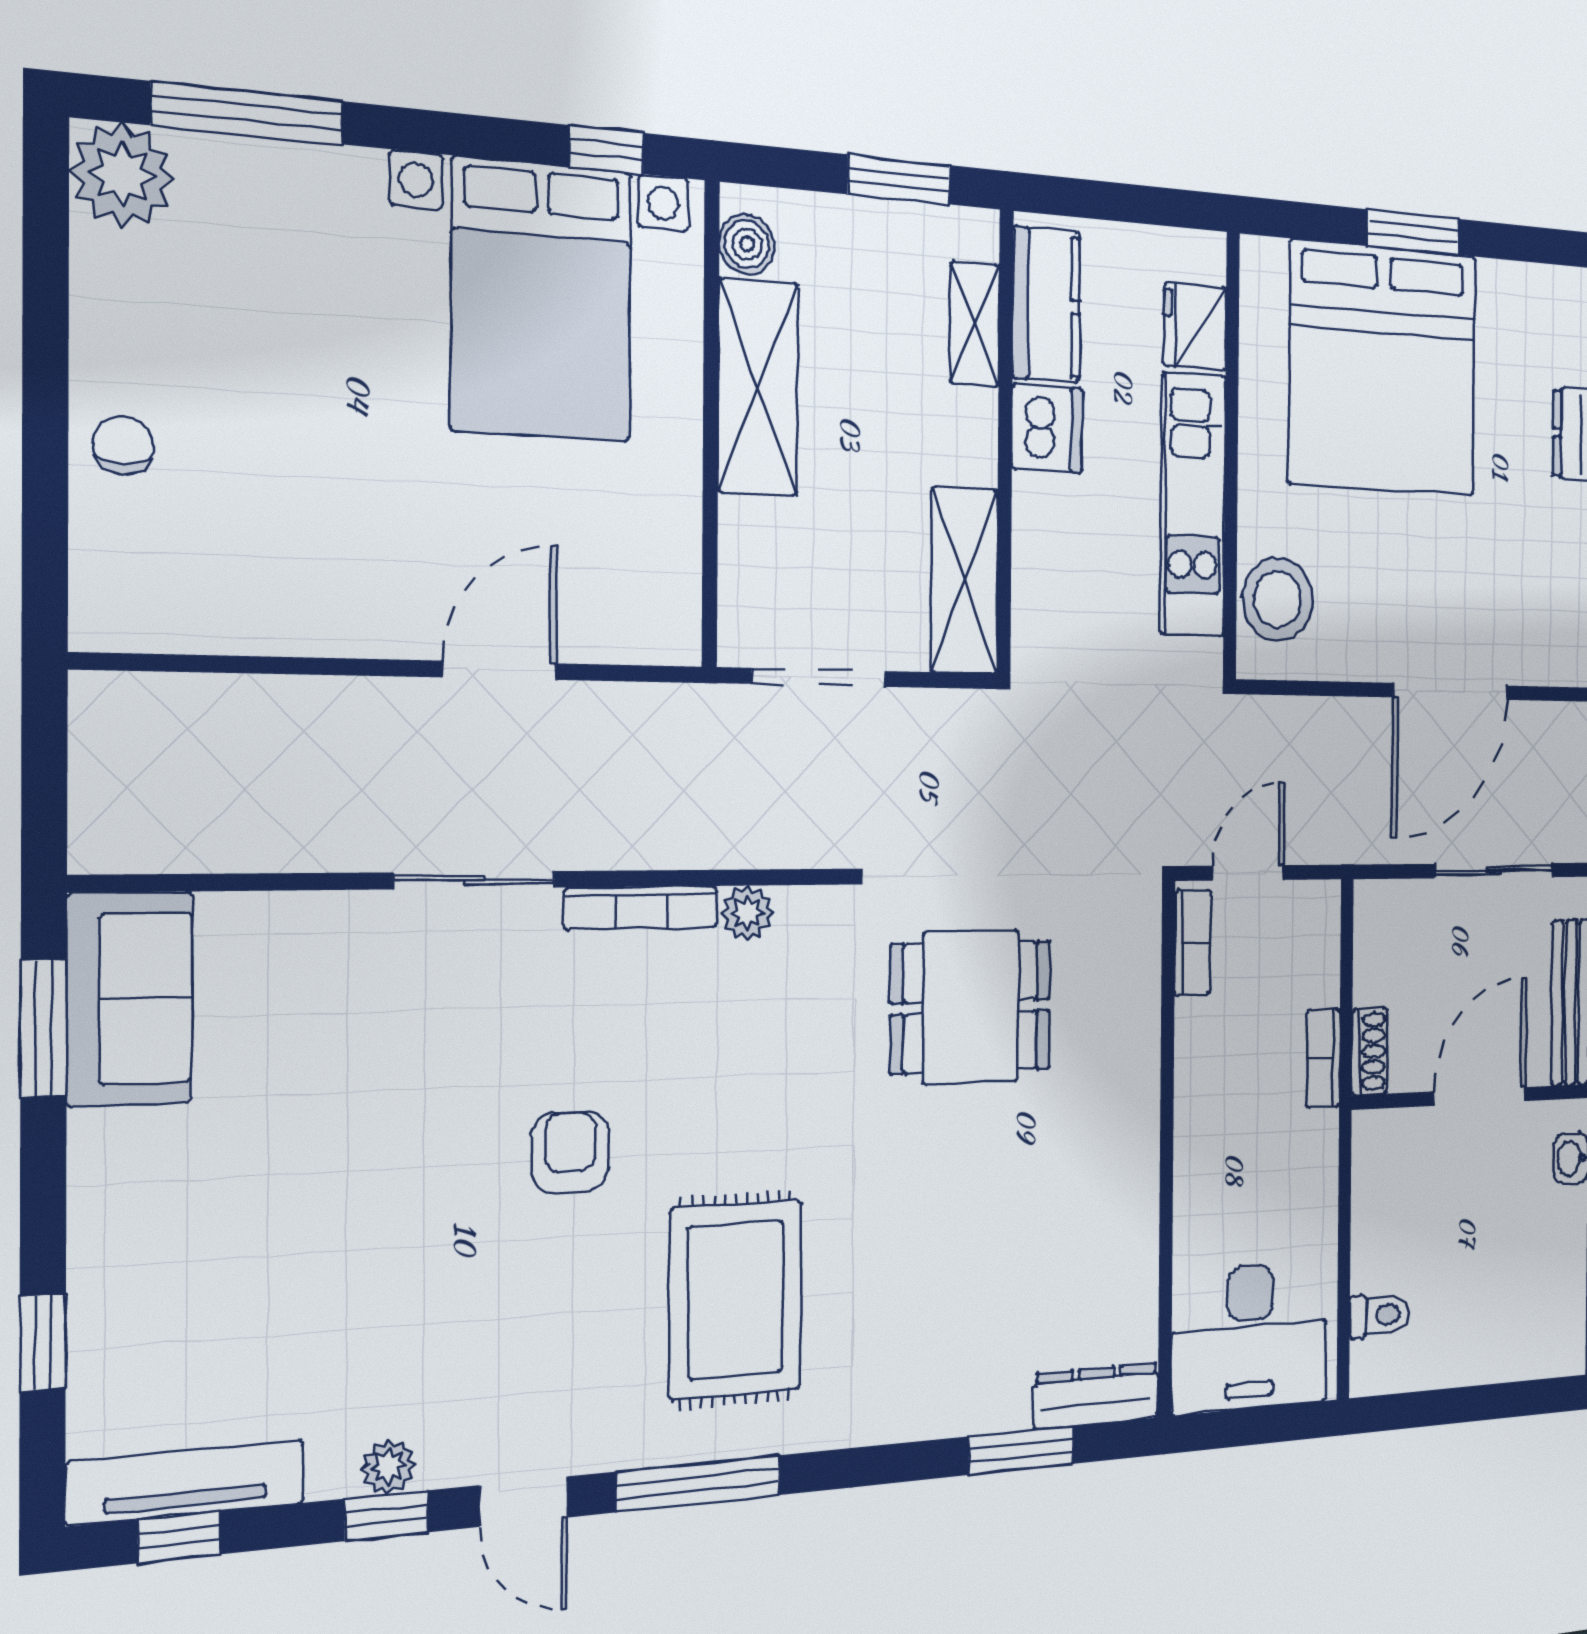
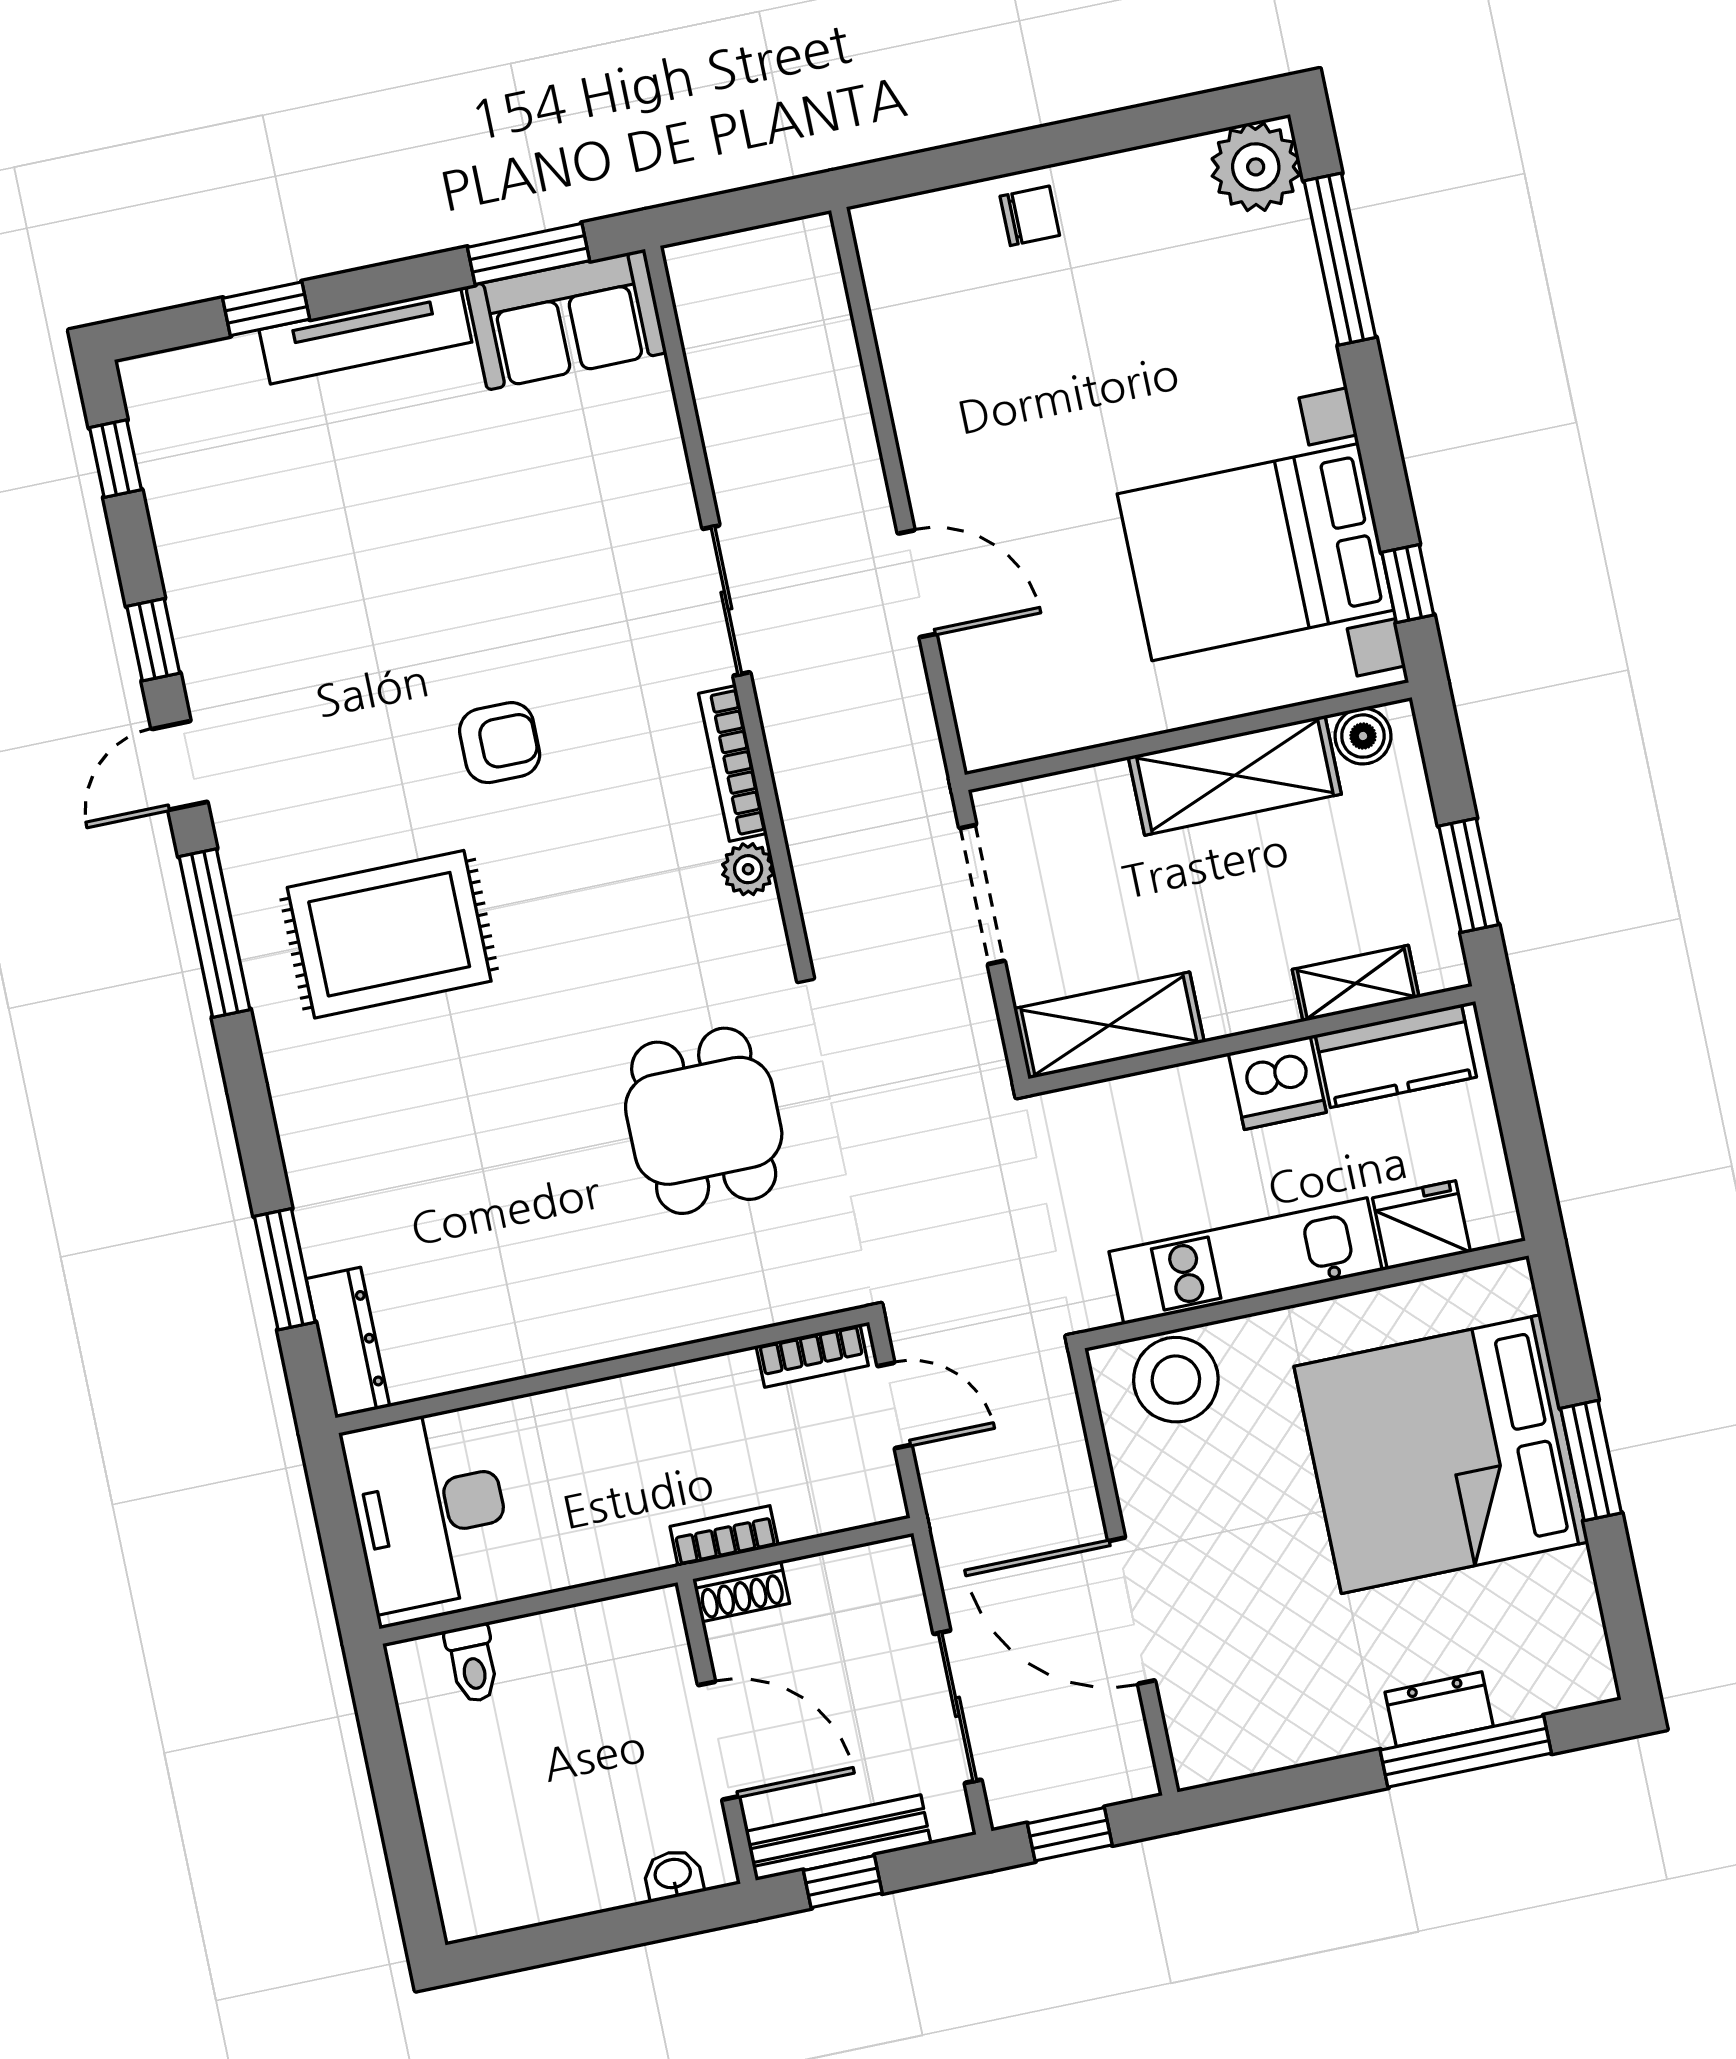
plant: (389, 1466) -> (197, 632), removed
tv unit: (186, 1483) -> (365, 336), moved, turned 90

